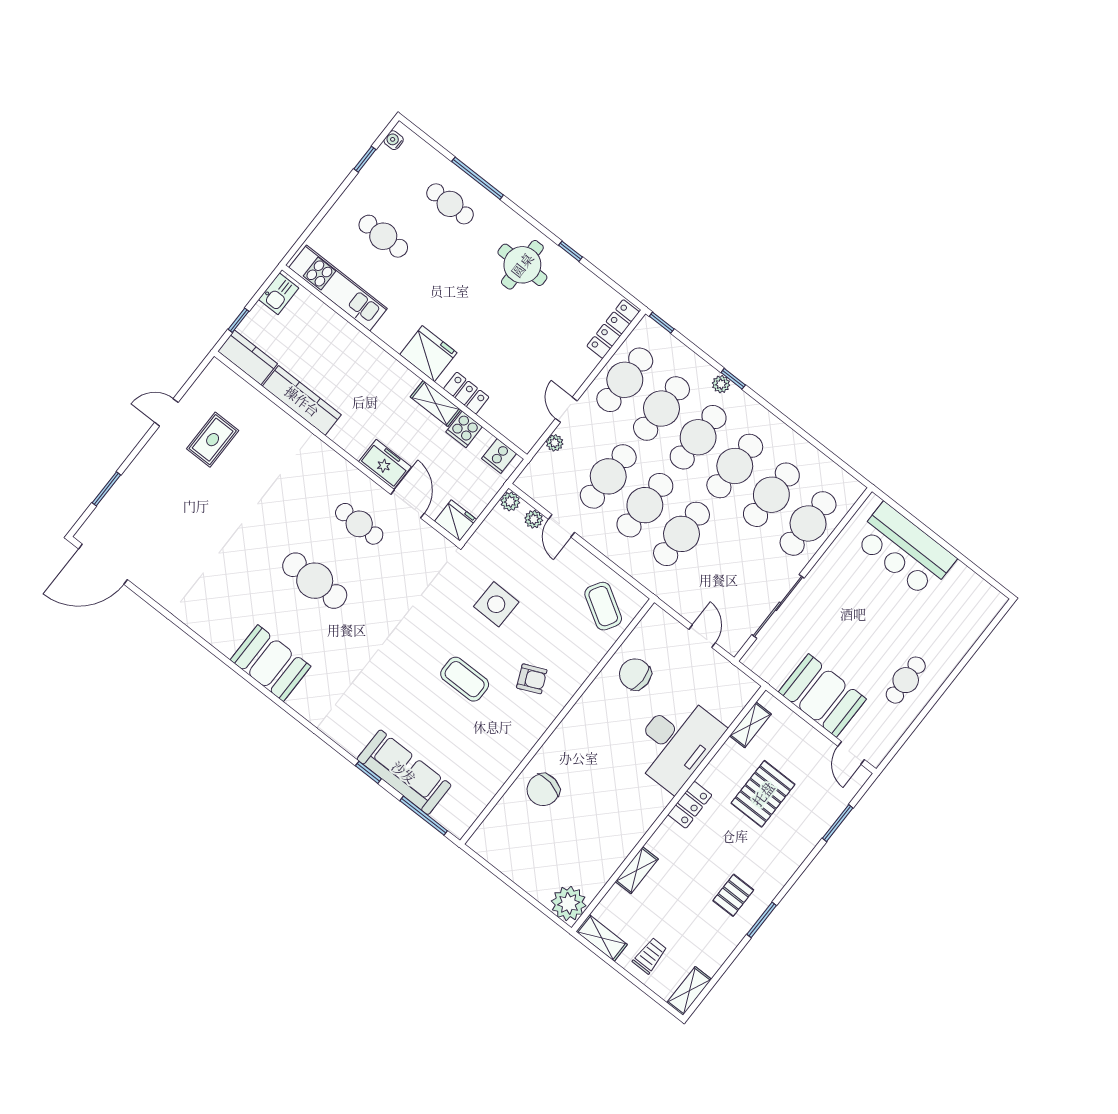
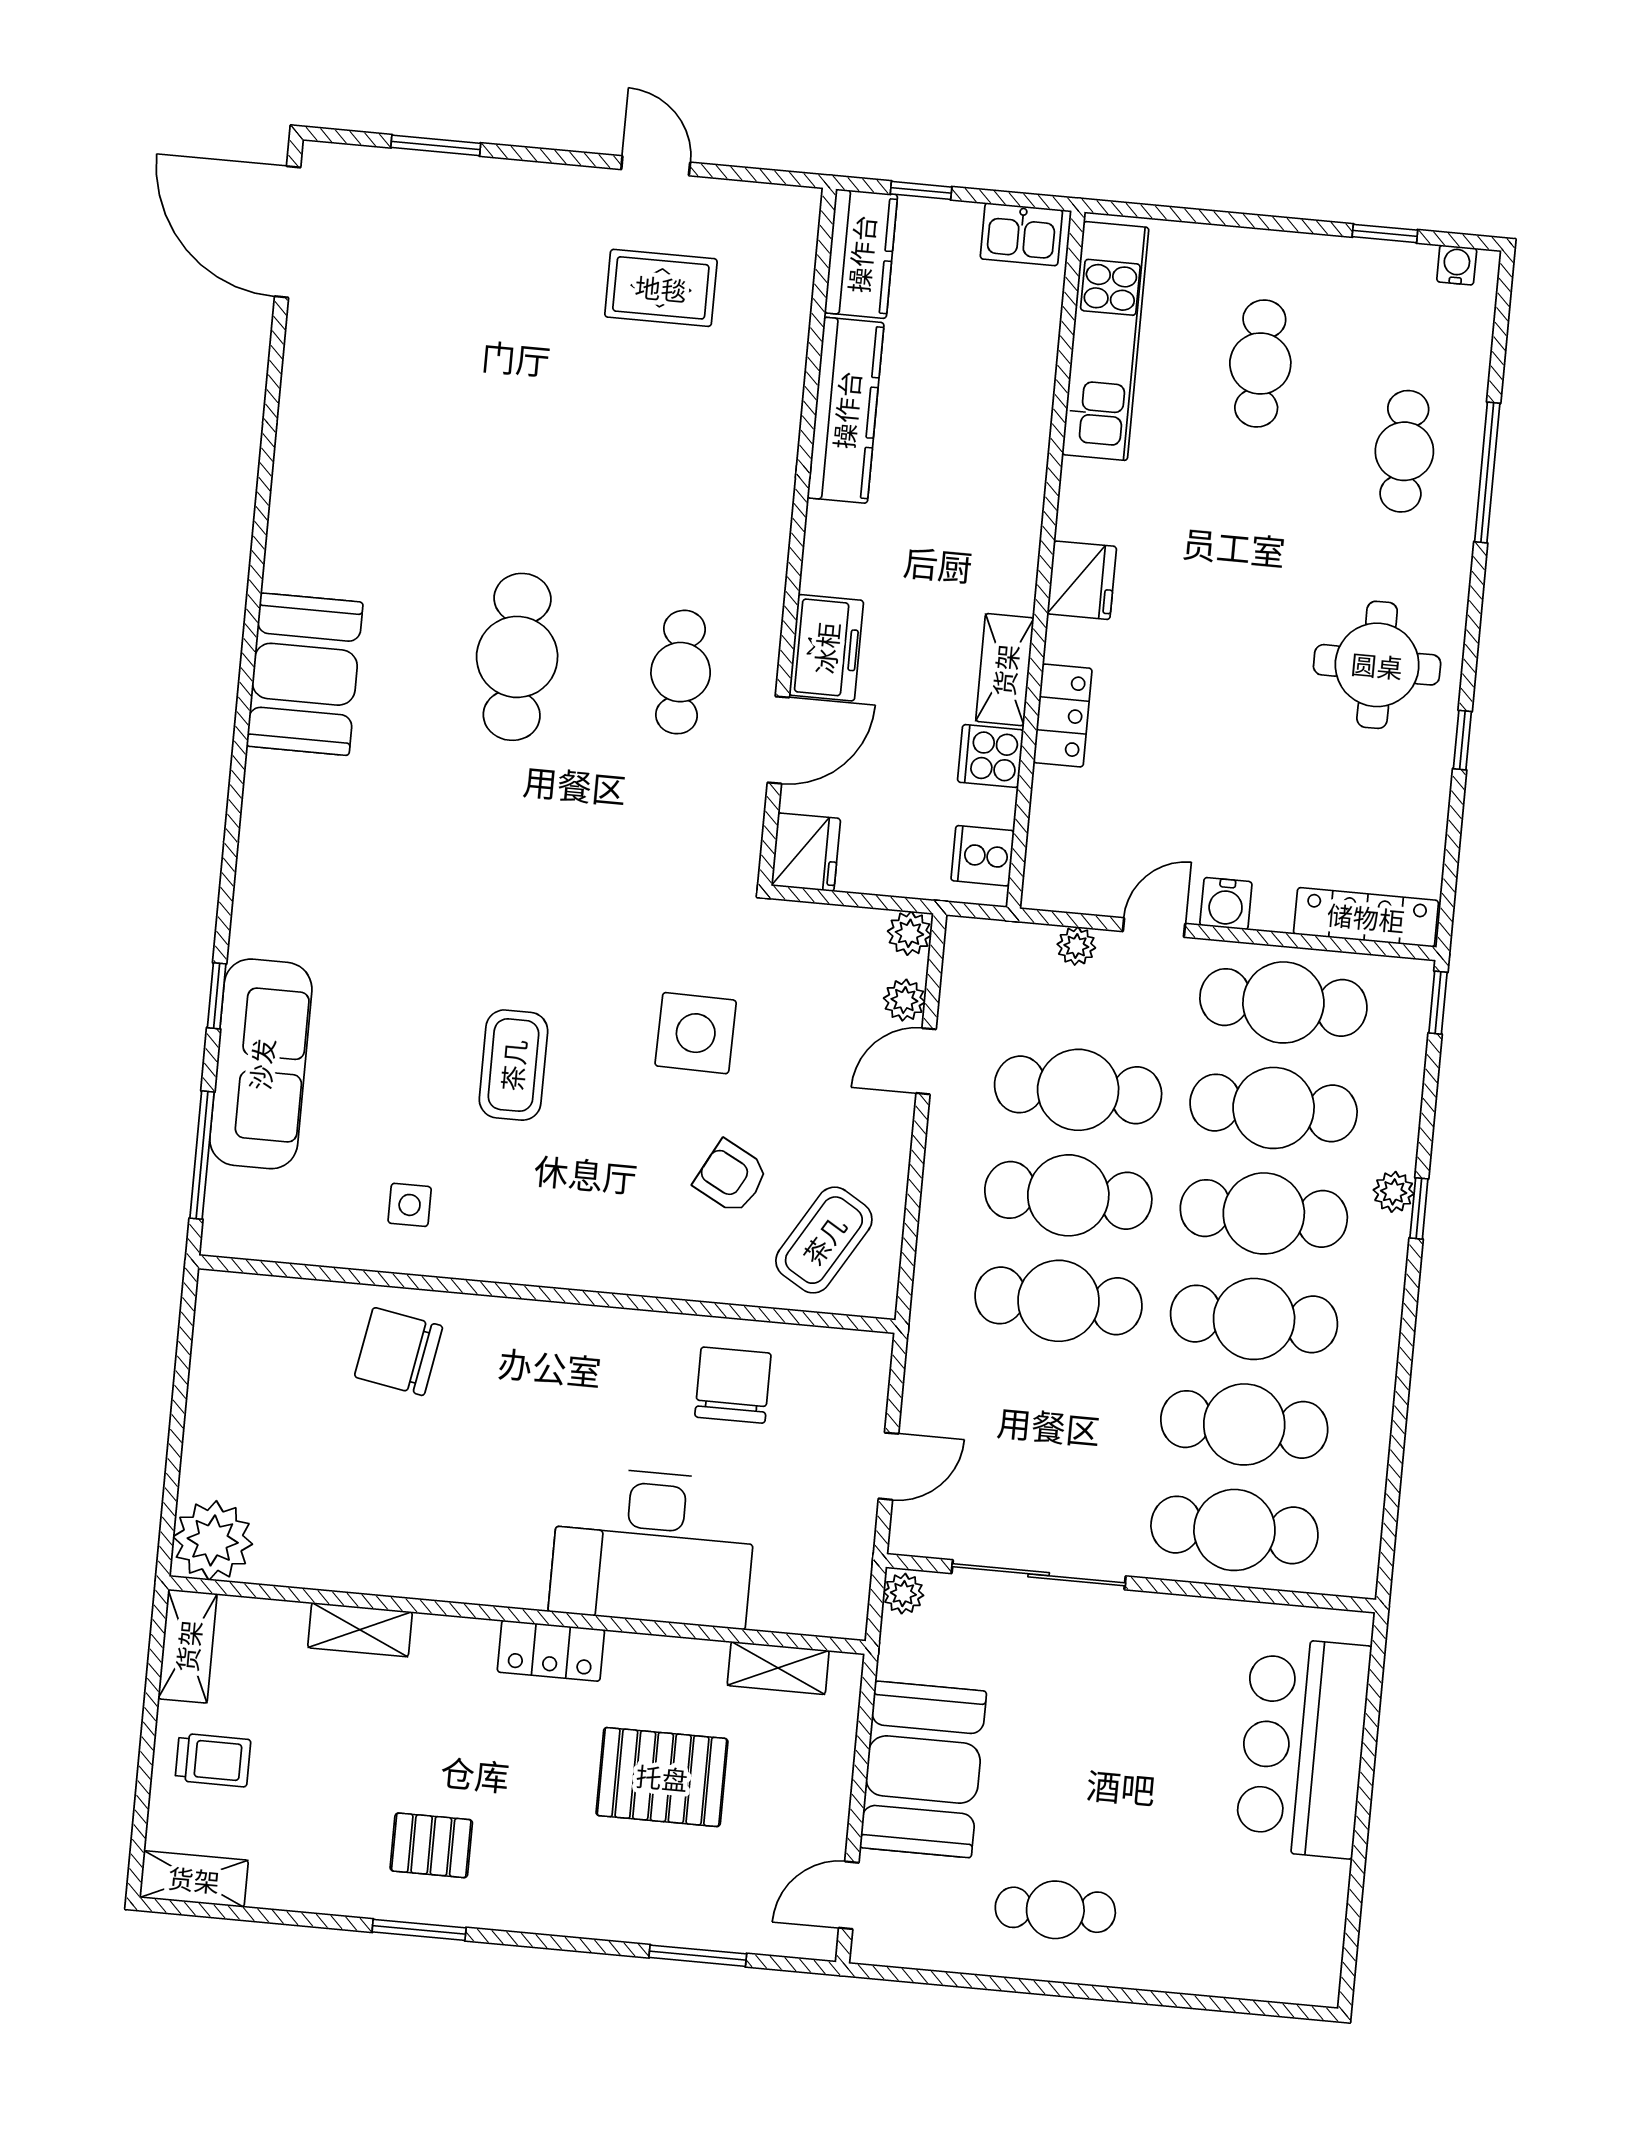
fridge: (428, 354) -> (1082, 580), width x0.73, depth x0.75
water cooler: (575, 377) -> (1226, 904), added
plant: (753, 661) -> (903, 1594), added
armchair: (532, 679) -> (731, 1177), moved, turned 142
side table: (492, 751) -> (410, 1205), added

